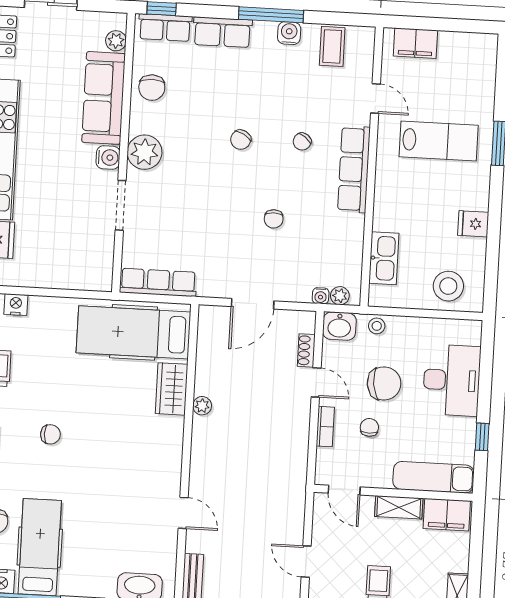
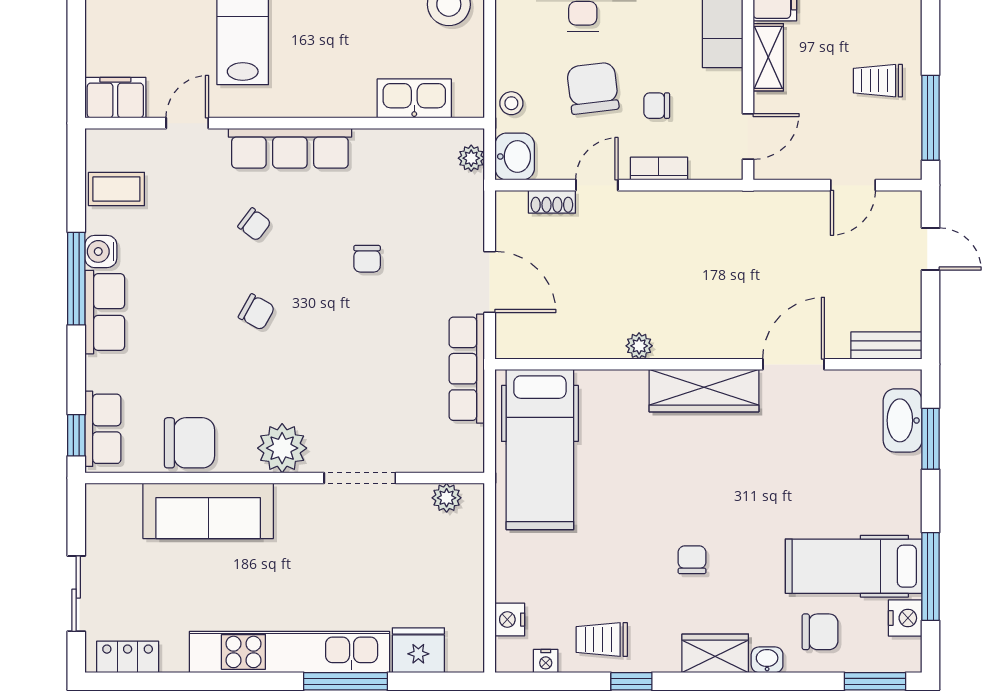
row of seats: (222, 32) -> (105, 312), moved
plant: (116, 41) -> (447, 498), moved
filing cabinet: (415, 43) -> (115, 98), moved, turned -90
chair: (152, 88) -> (190, 443), width x1.37, depth x1.37
water cooler: (108, 158) -> (293, 500), removed
chair: (274, 219) -> (367, 259), turned 90
row of seats: (158, 282) -> (467, 369), moved
water cooler: (321, 296) -> (473, 186), removed
wardrobe: (172, 389) -> (704, 391), moved, width x1.50
door: (183, 513) -> (793, 364), width x1.38

